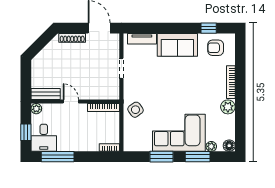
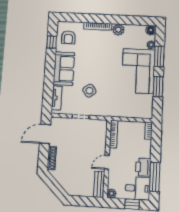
side table: (135, 110) -> (89, 91), moved
printer: (68, 143) -> (143, 167), added

